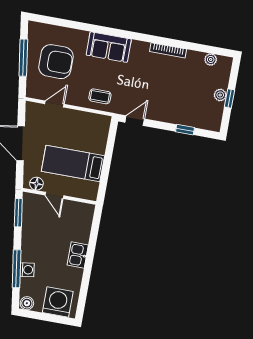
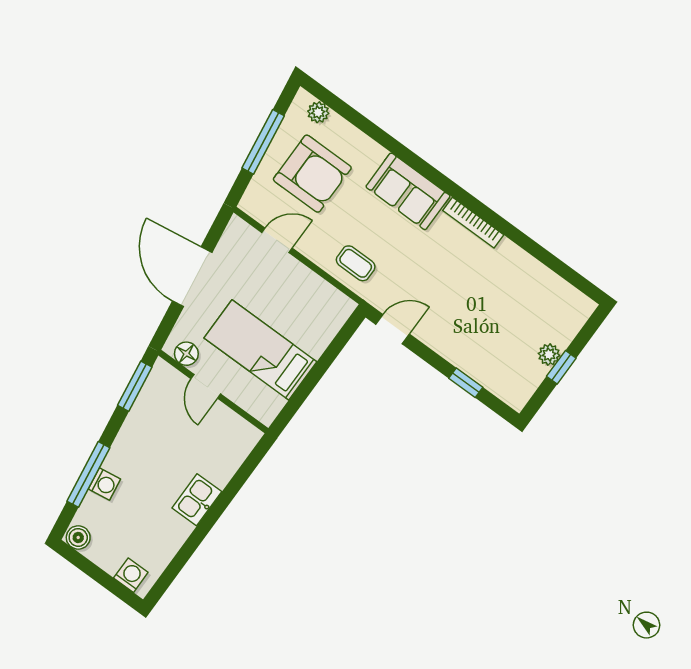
bookcase: (168, 50) -> (473, 223), moved
plant: (211, 59) -> (318, 112), moved
washing machine: (58, 302) -> (131, 575), width x0.53, depth x0.53

